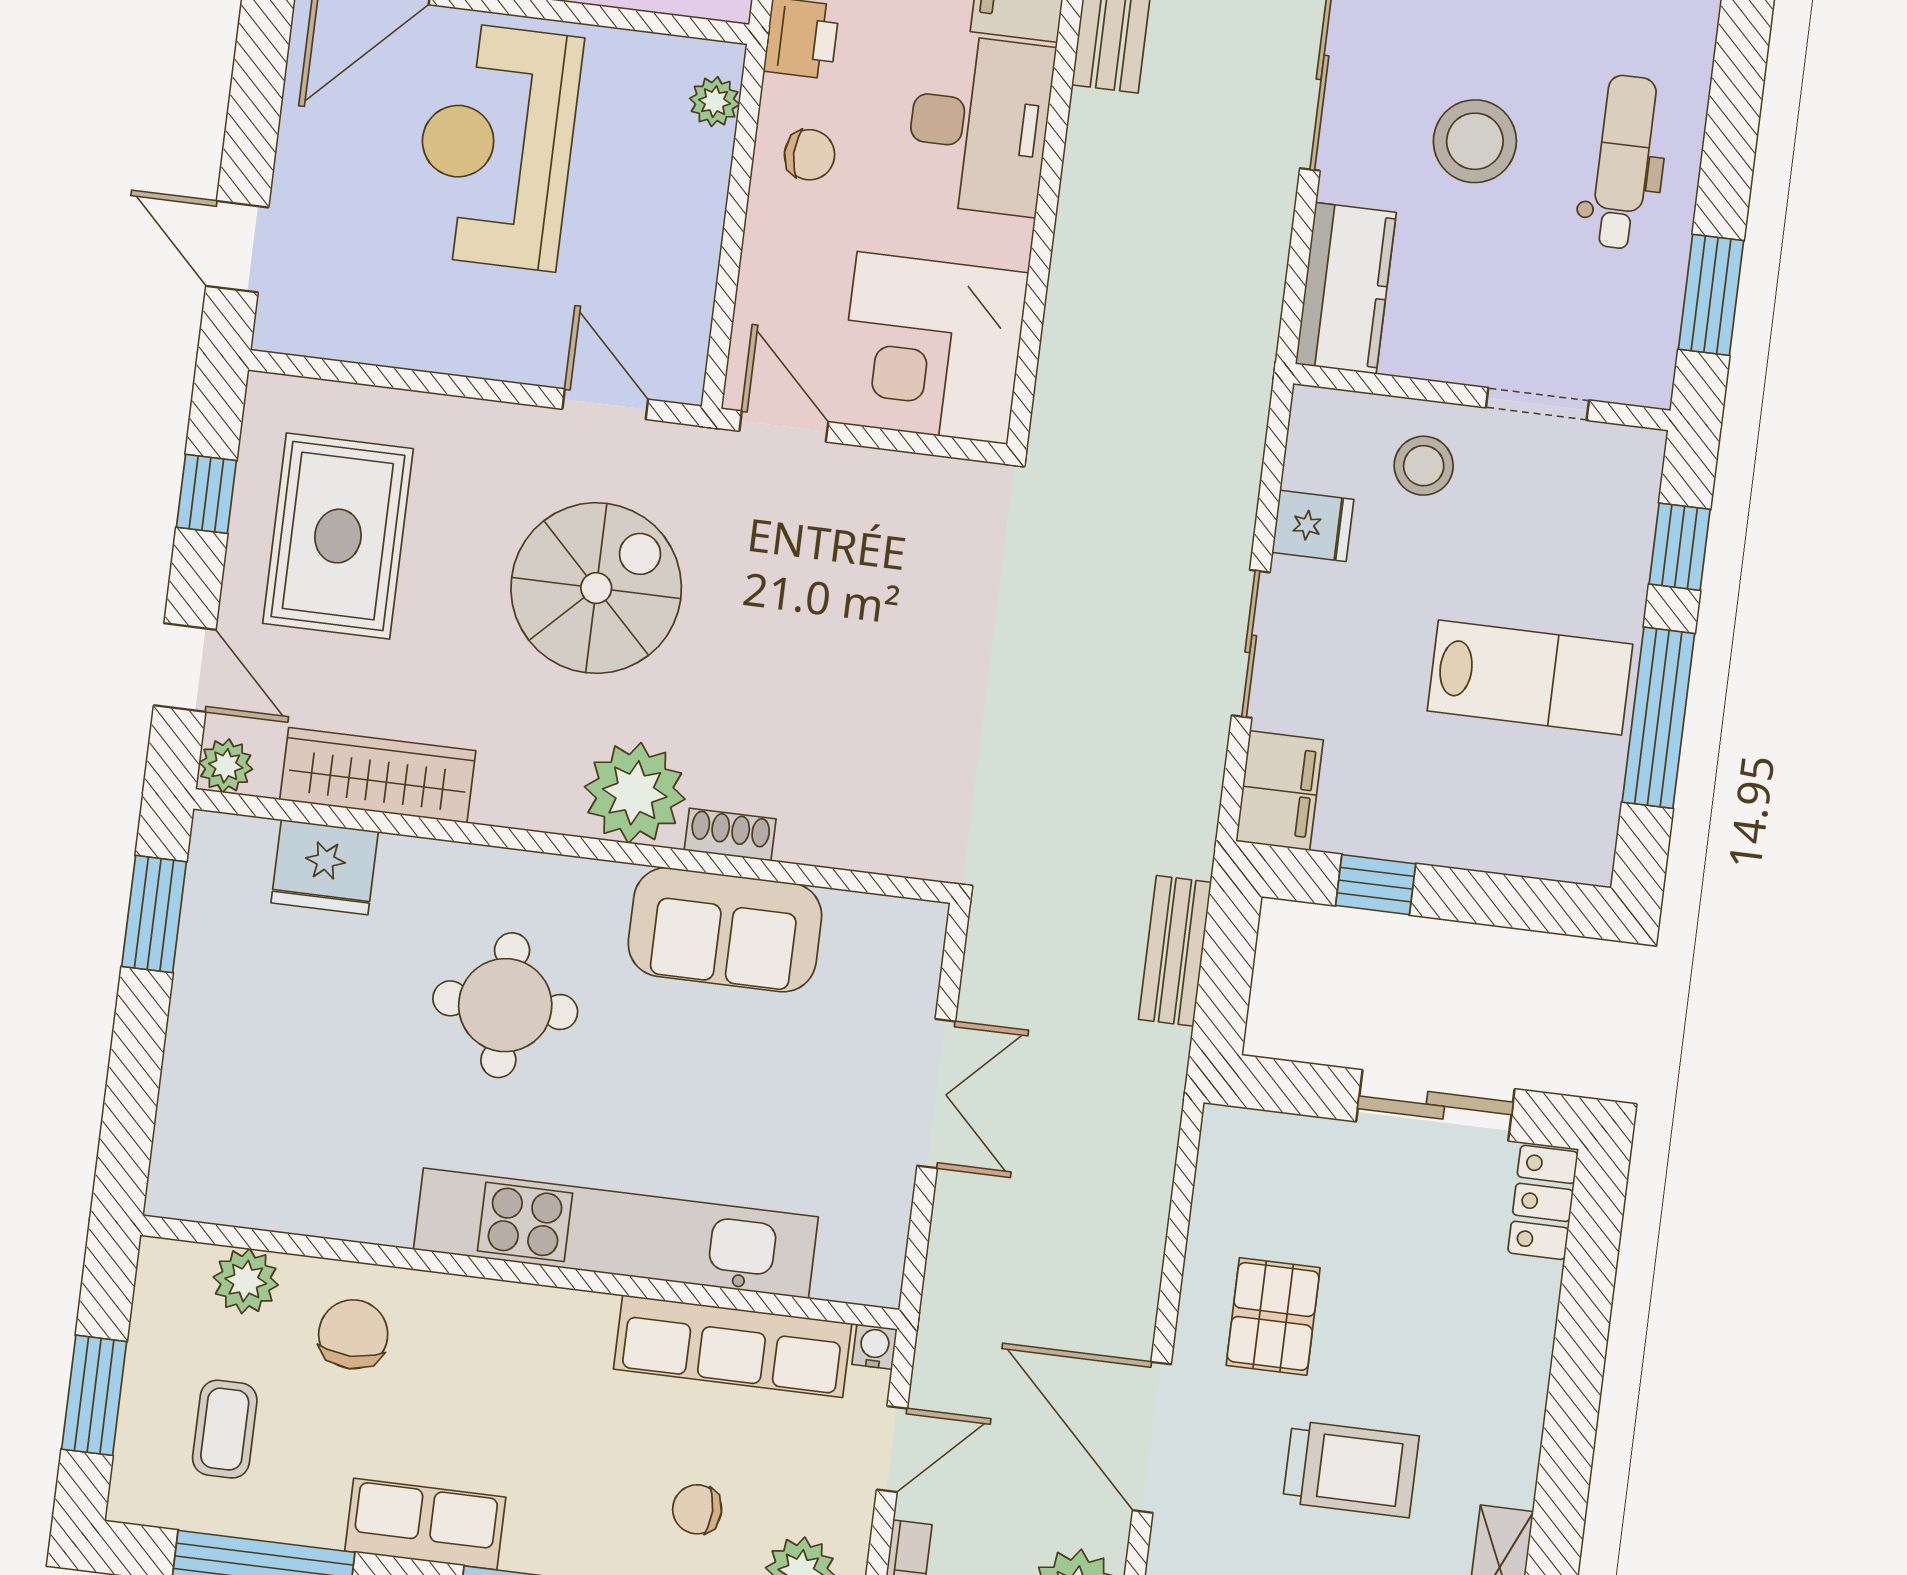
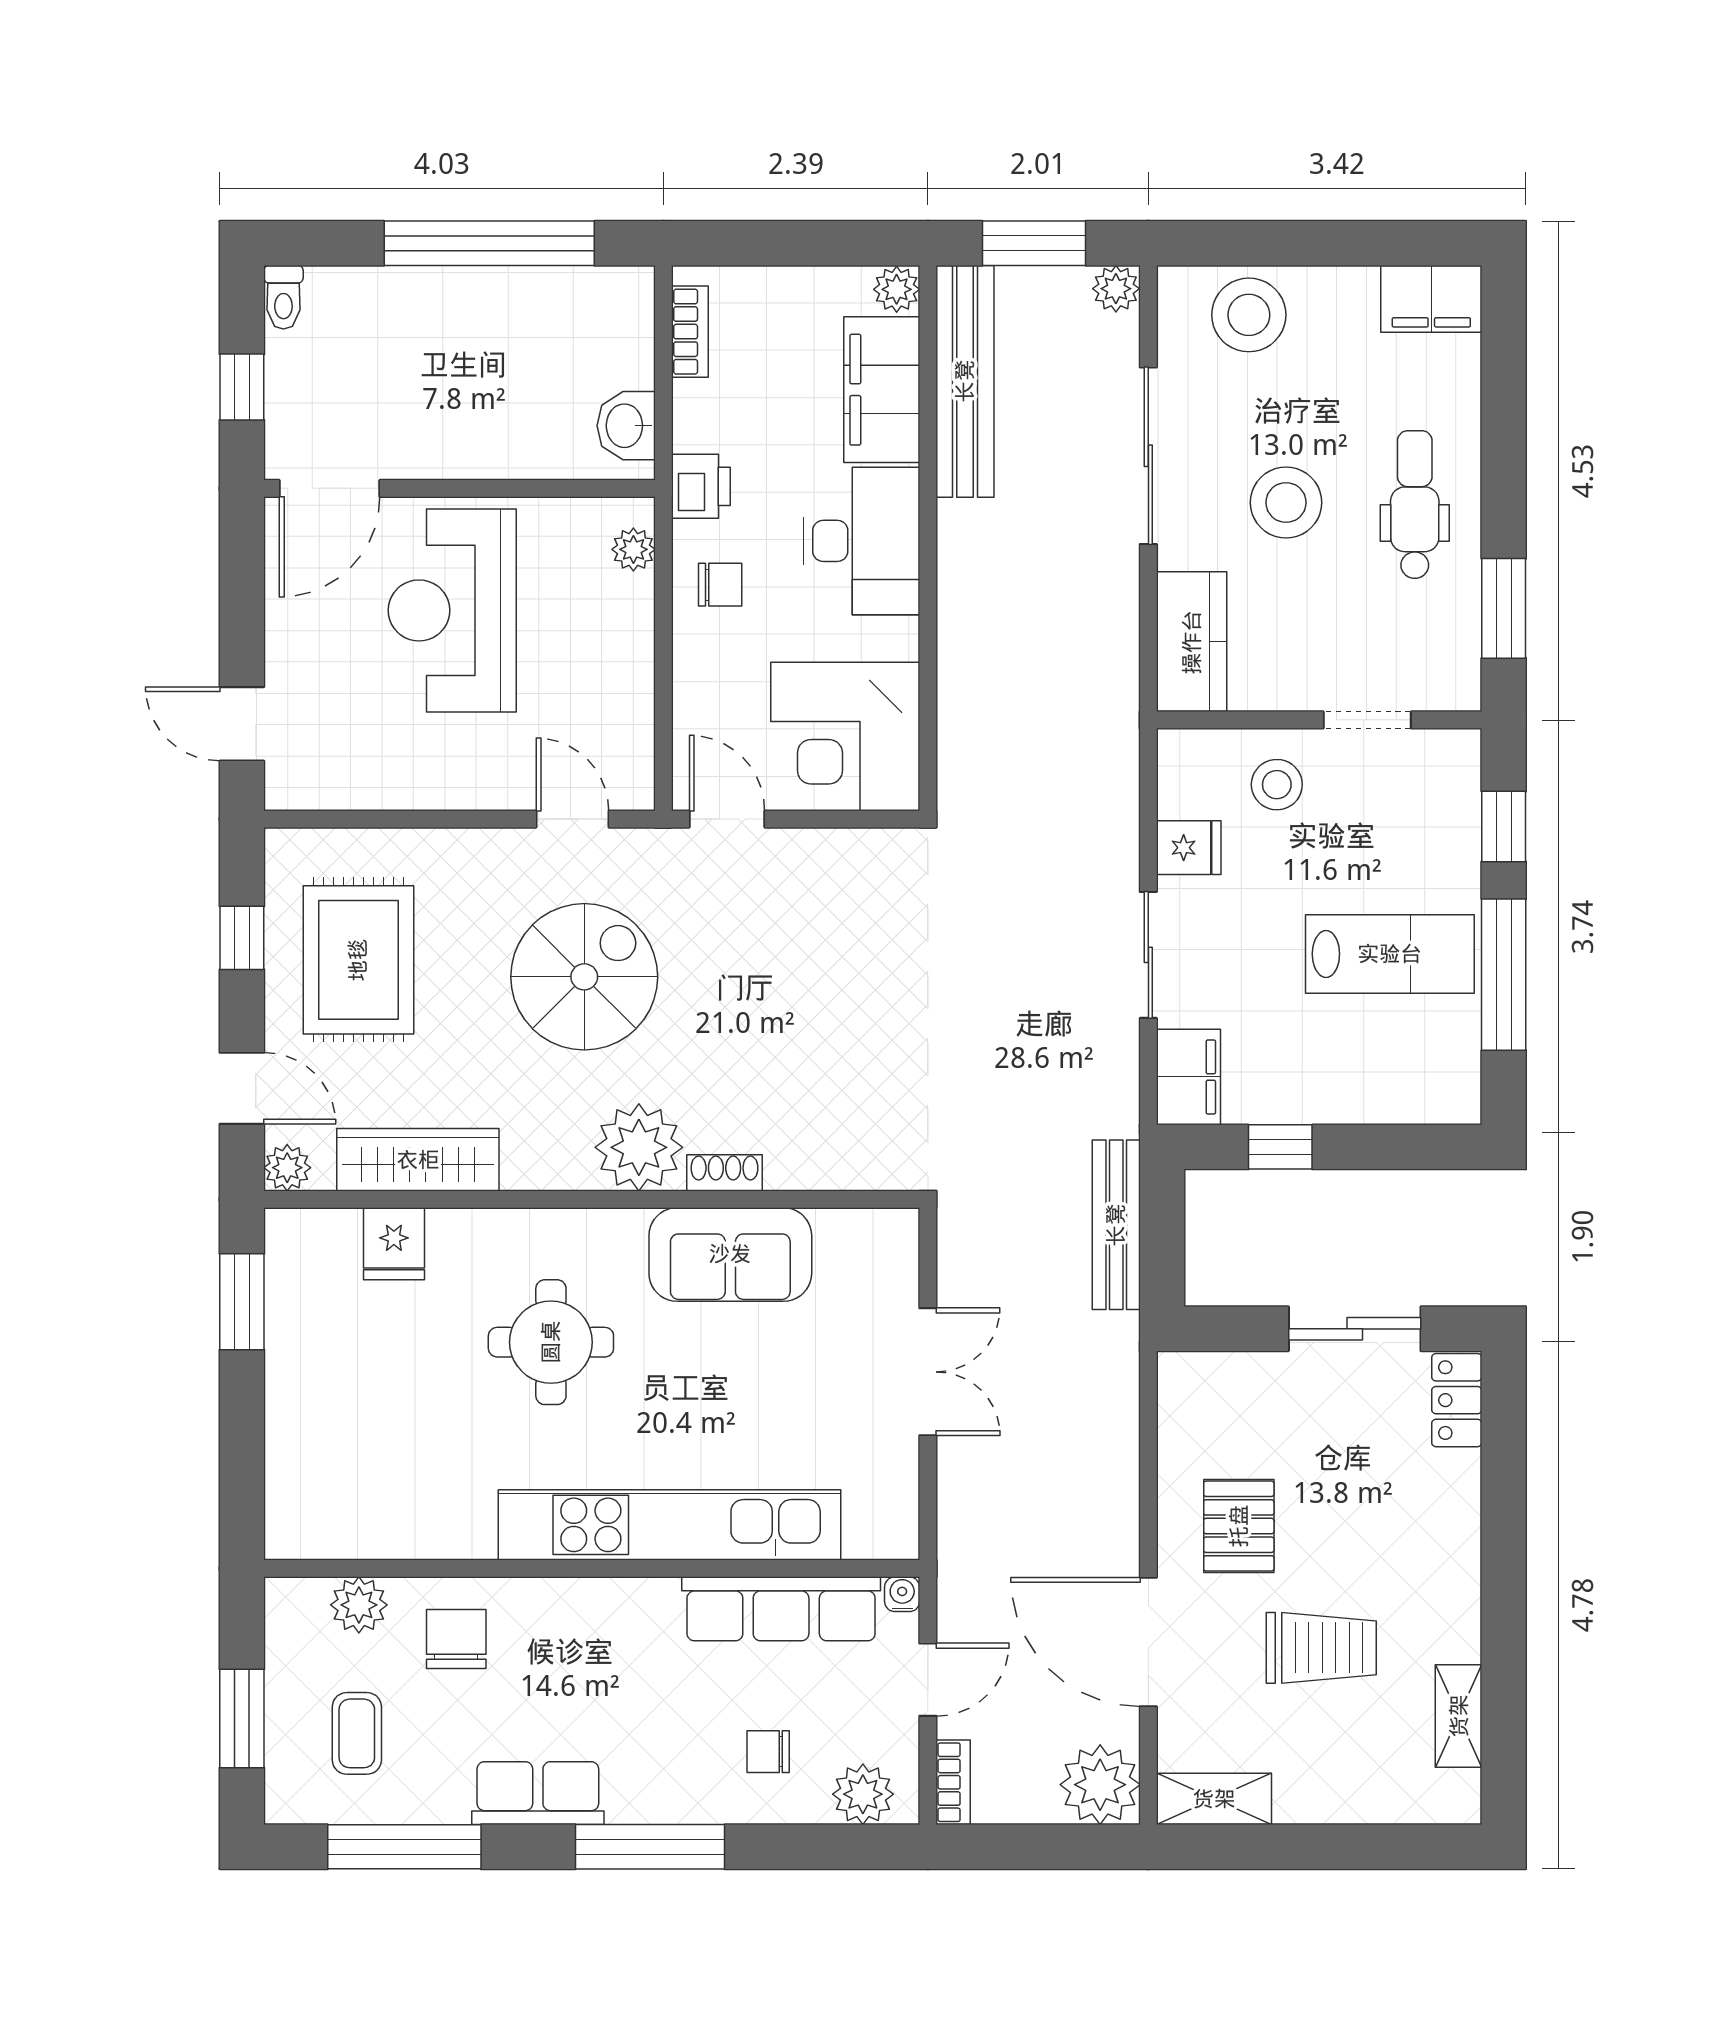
fridge: (325, 867) -> (394, 1244), width x0.72
bench: (1175, 951) -> (1116, 1225), width x1.36

